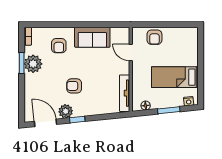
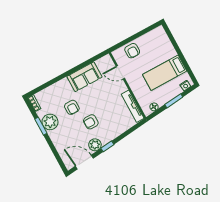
armchair: (59, 46) -> (72, 107), moved

